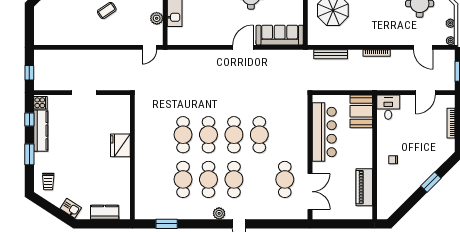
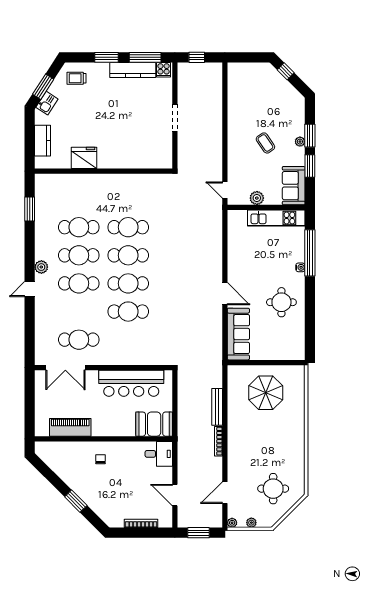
bench: (331, 54) -> (217, 407), moved
window: (29, 119) -> (145, 57), width x2.17
fridge: (120, 145) -> (84, 158), moved
window: (56, 212) -> (43, 87), added

